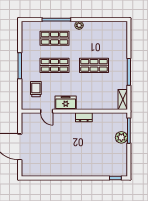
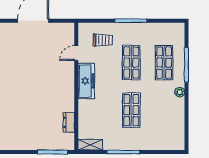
freezer: (66, 103) -> (86, 81), width x1.40
dresser: (84, 117) -> (69, 122), moved
plant: (121, 137) -> (45, 143), removed

